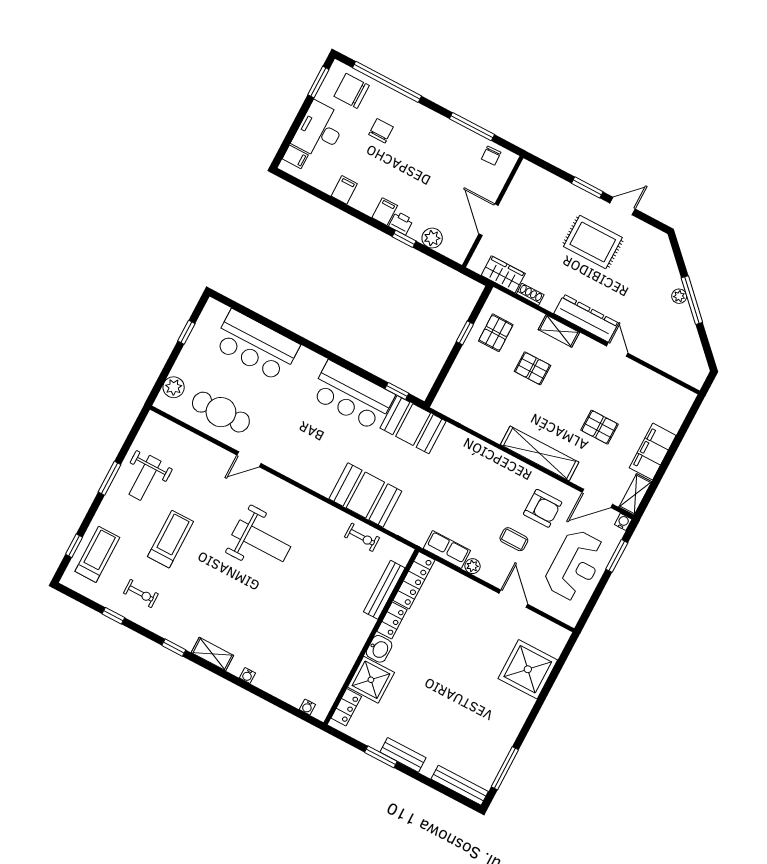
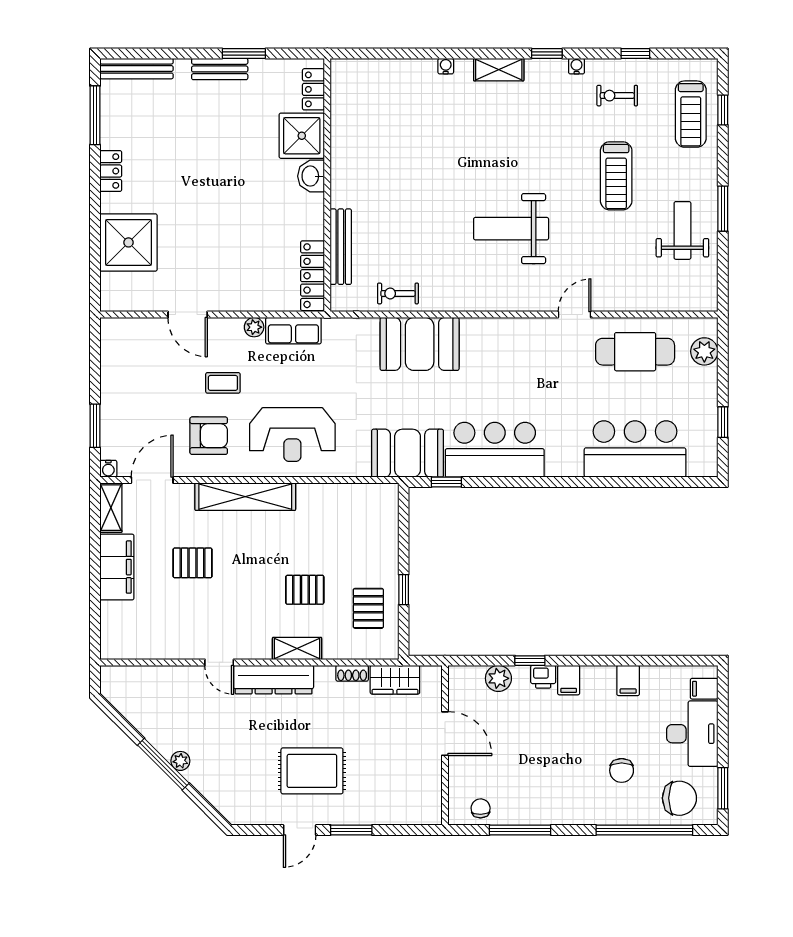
armchair: (543, 508) -> (209, 436), turned 180
reception desk: (575, 565) -> (292, 435), moved, turned -90
locker: (392, 620) -> (111, 171), moved, turned 180
water cooler: (307, 707) -> (577, 66), moved

